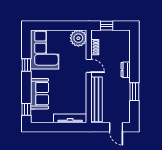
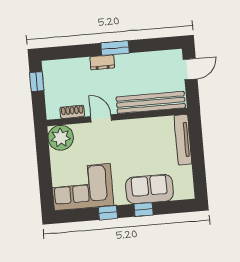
window: (107, 26) -> (37, 82), moved
door: (89, 66) -> (101, 118), hinge flipped
window: (134, 92) -> (115, 48), moved
window: (26, 109) -> (143, 210), moved

